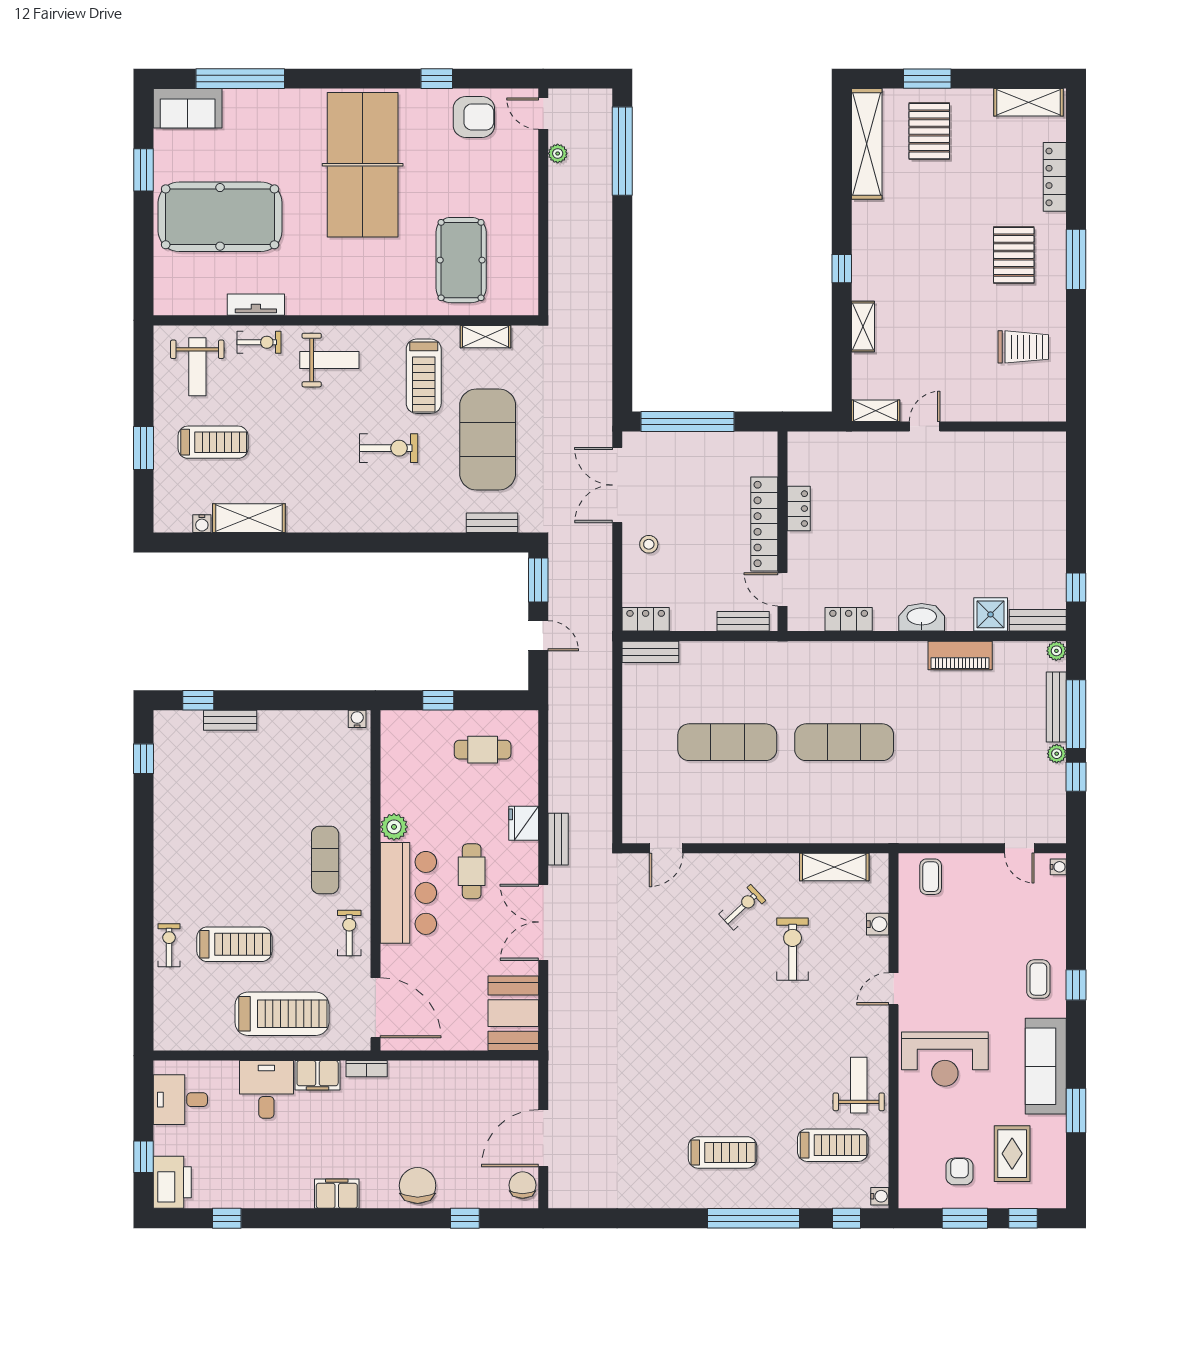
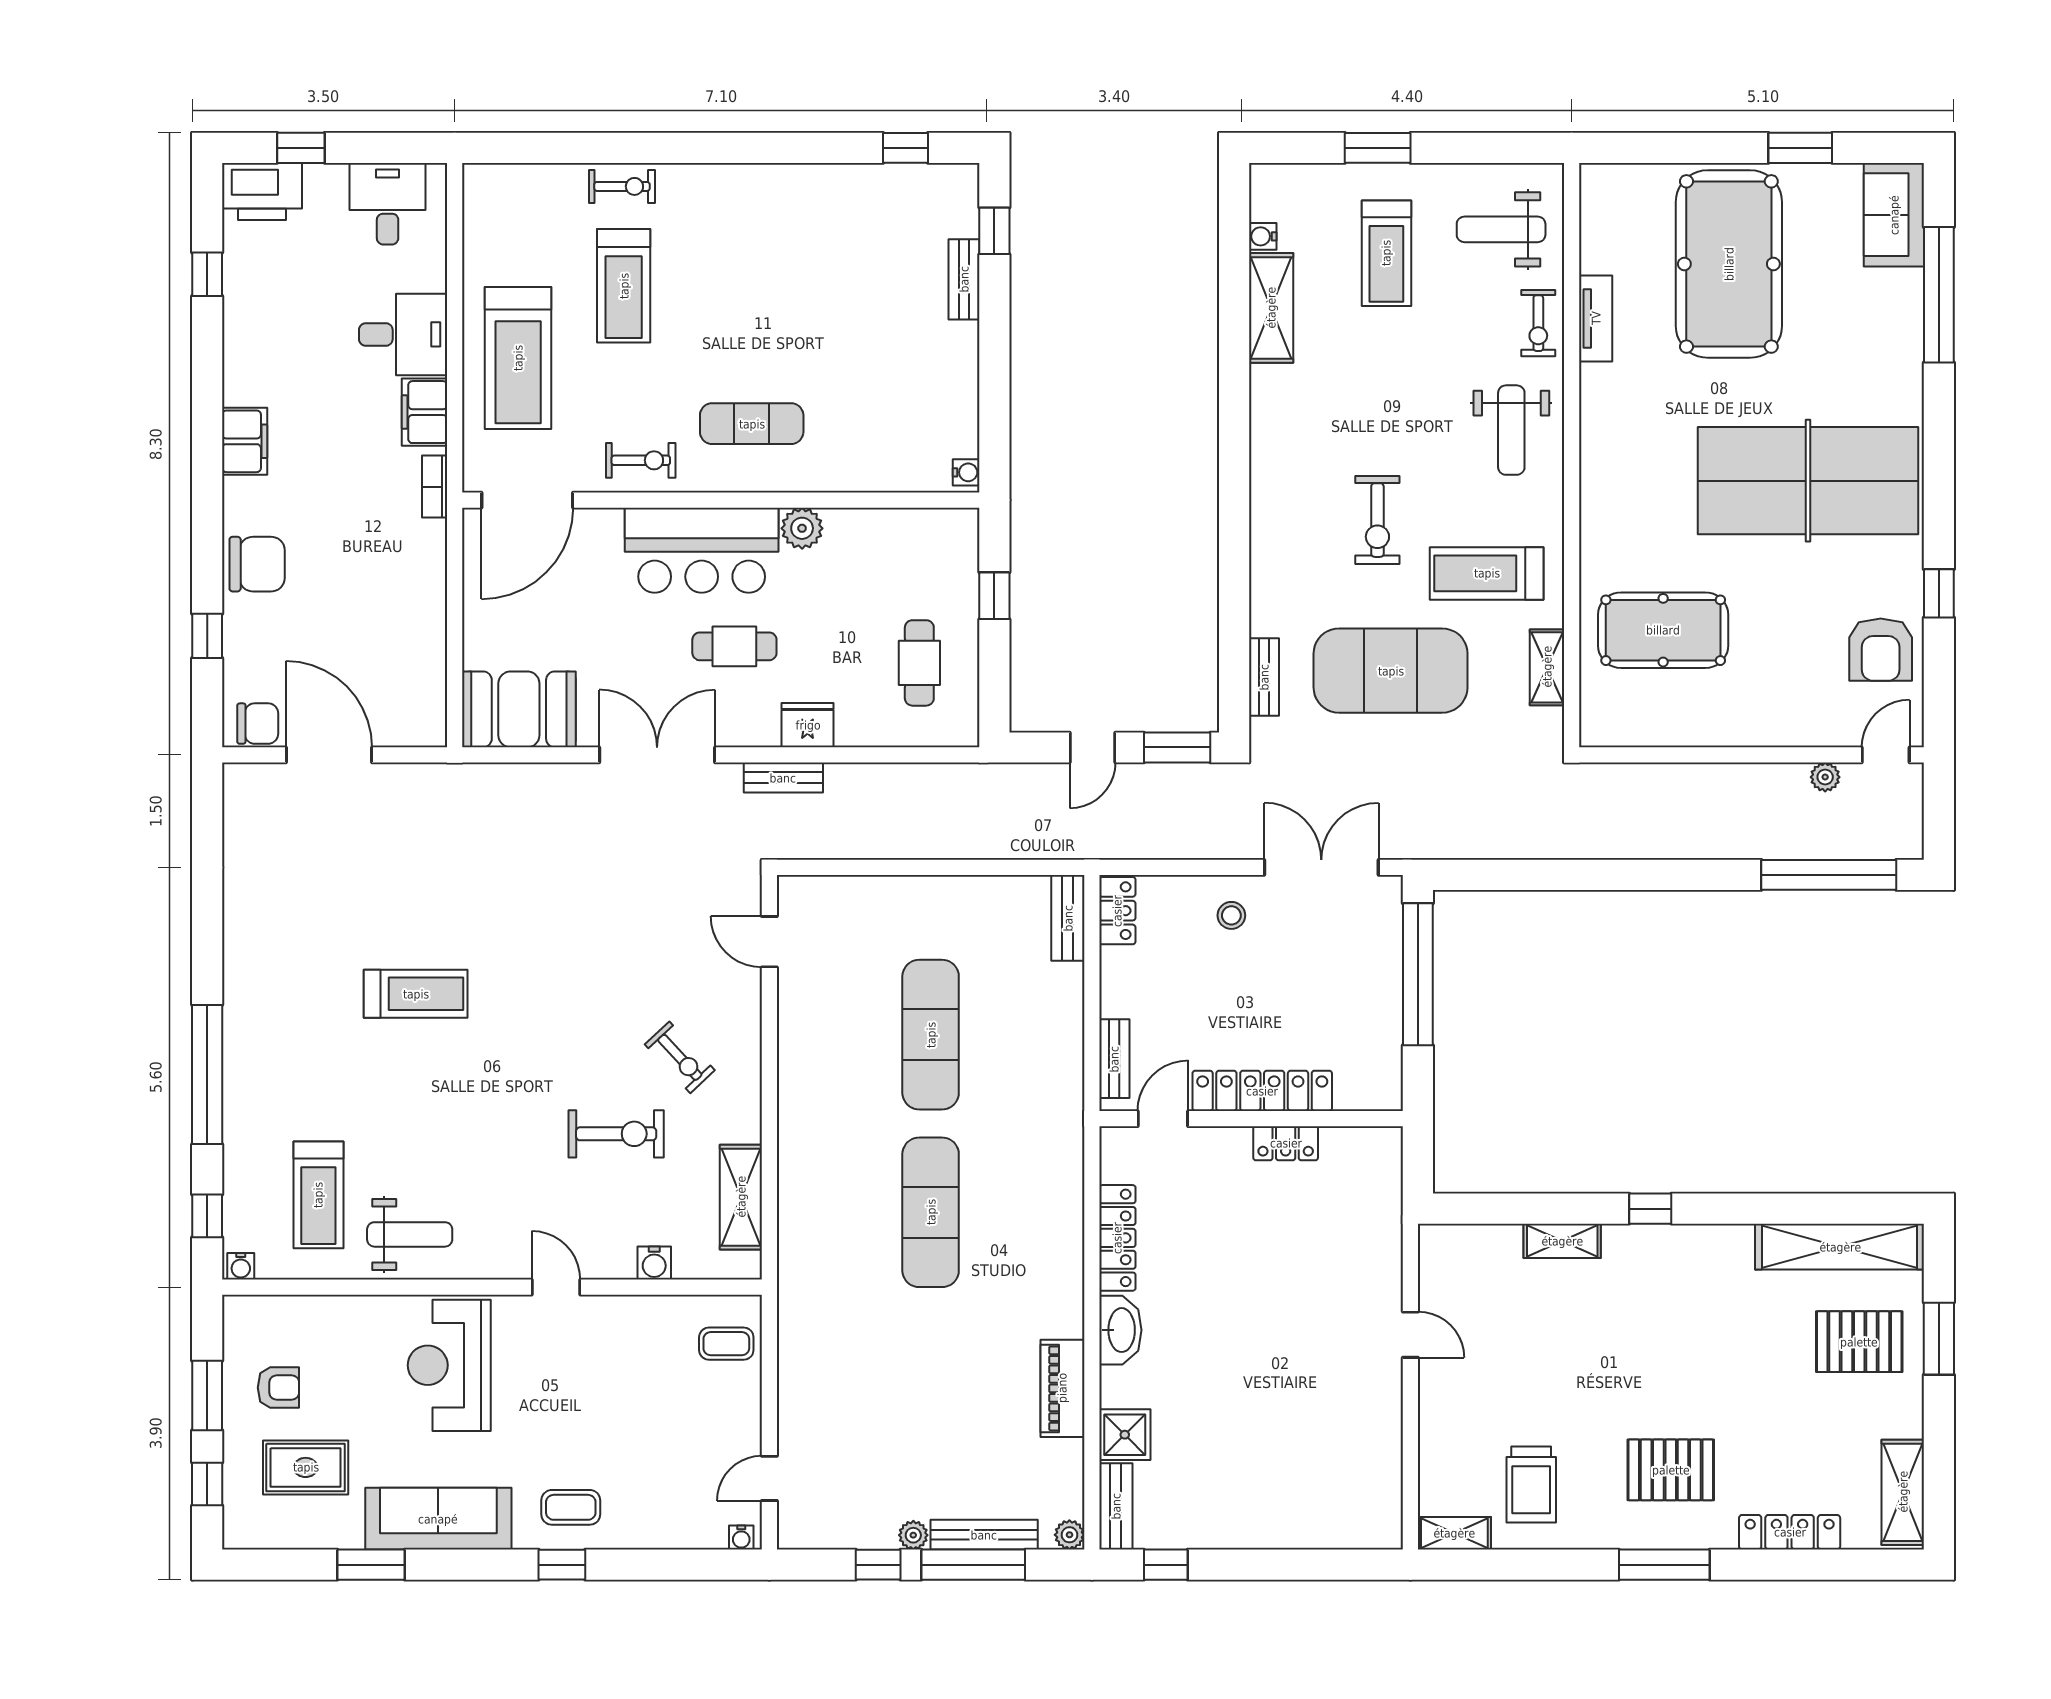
shelving: (876, 411) -> (1454, 1533), moved, turned 90
locker: (849, 619) -> (1117, 1238), width x1.53
treadmill: (723, 1152) -> (416, 994), moved, turned -90

